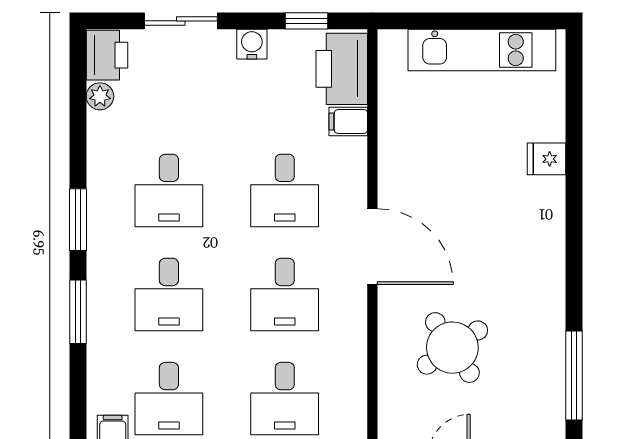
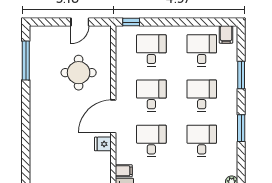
fridge: (547, 159) -> (103, 144), moved, turned 180
door: (372, 247) -> (113, 116), hinge flipped
window: (78, 312) -> (241, 75), moved
round table: (452, 348) -> (79, 73), turned 34

